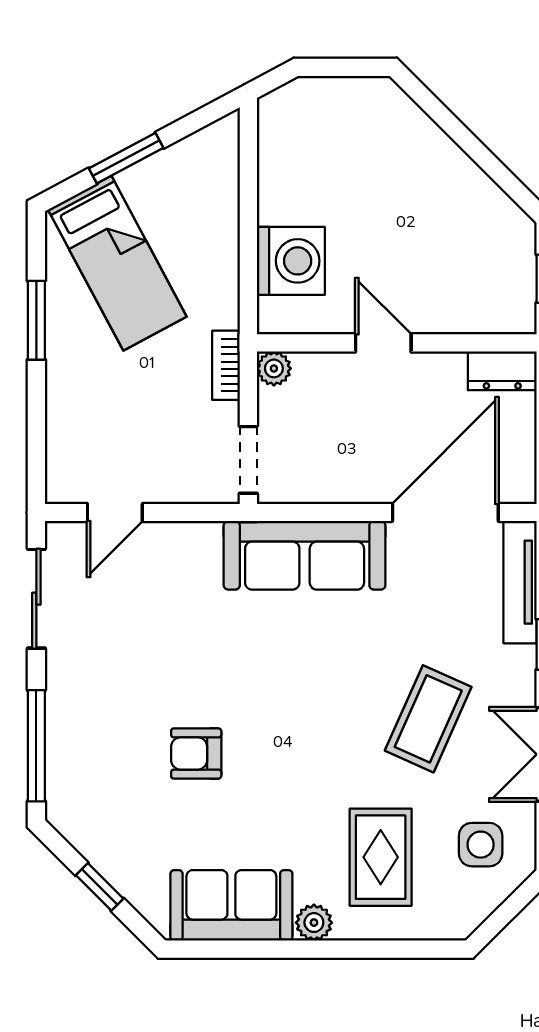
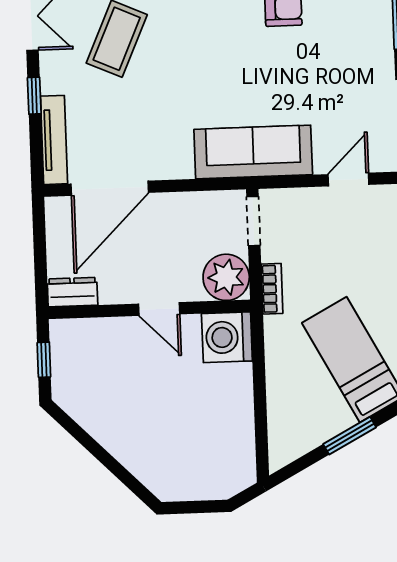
washing machine: (291, 261) -> (227, 337), moved
plant: (274, 368) -> (226, 277), width x1.87, depth x1.87
sofa: (305, 555) -> (253, 152), moved

